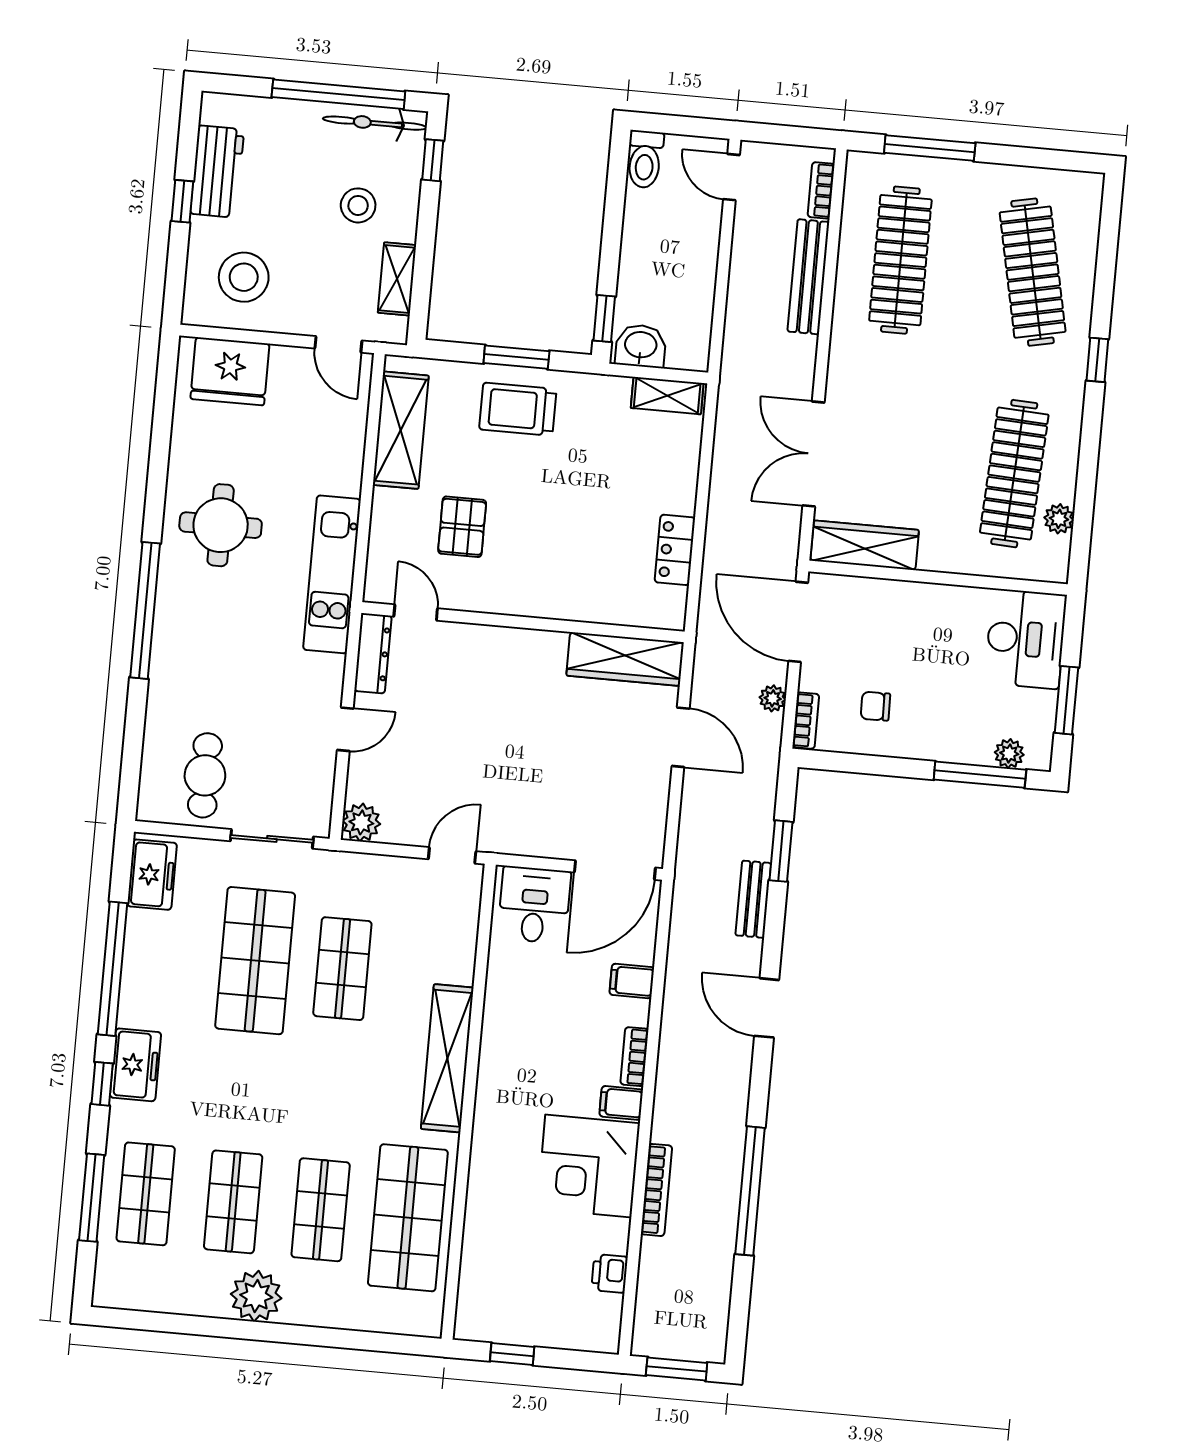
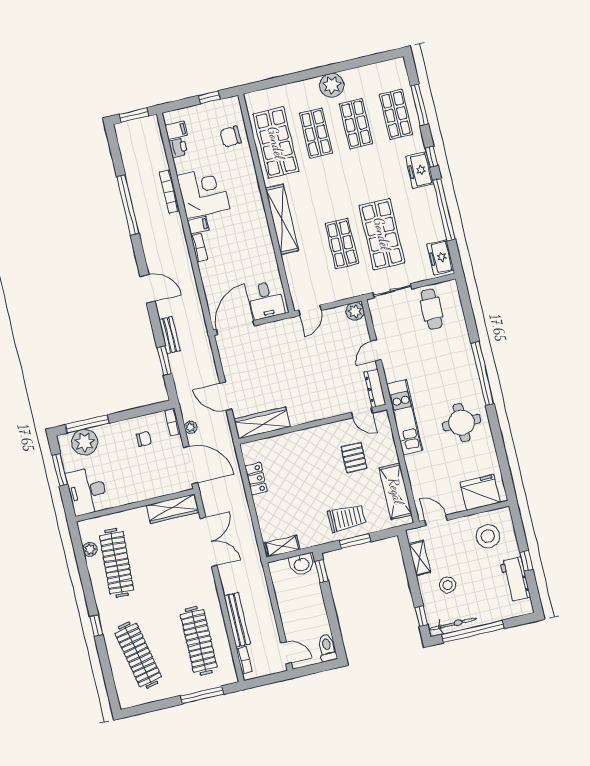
plant: (1009, 754) -> (85, 442), width x1.87, depth x1.87
filing cabinet: (632, 981) -> (176, 130), moved
chair: (496, 1260) -> (231, 137), added

